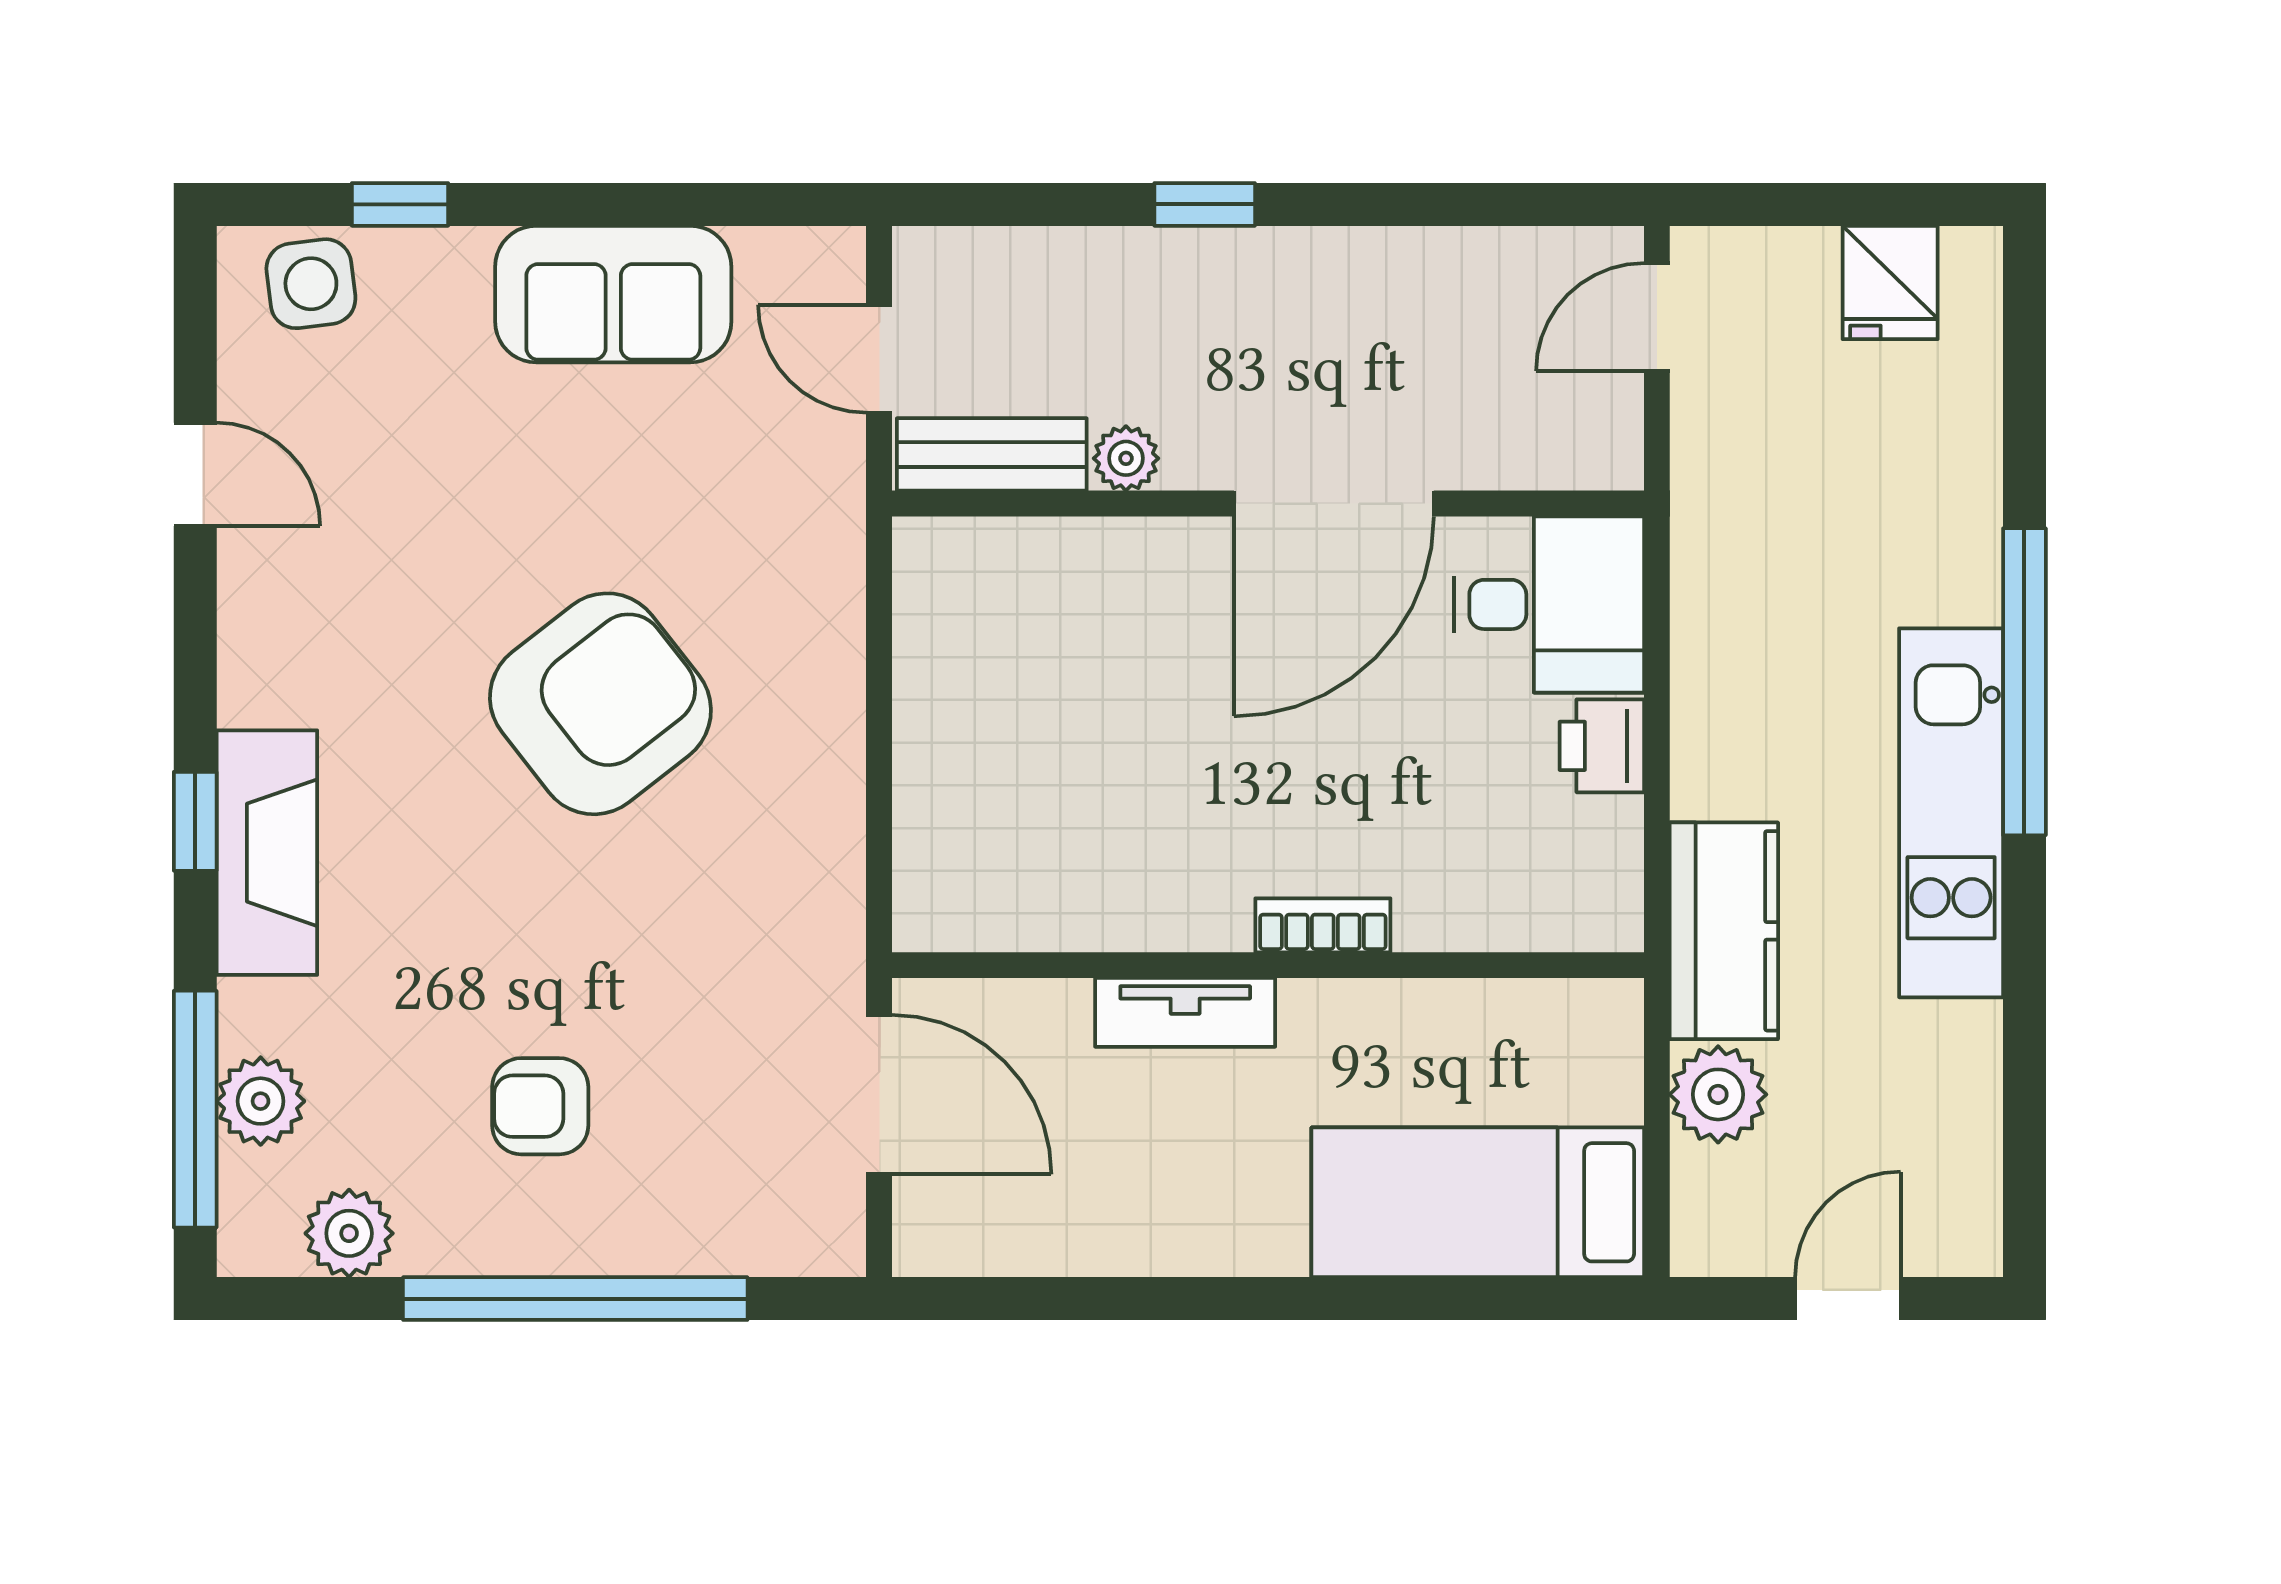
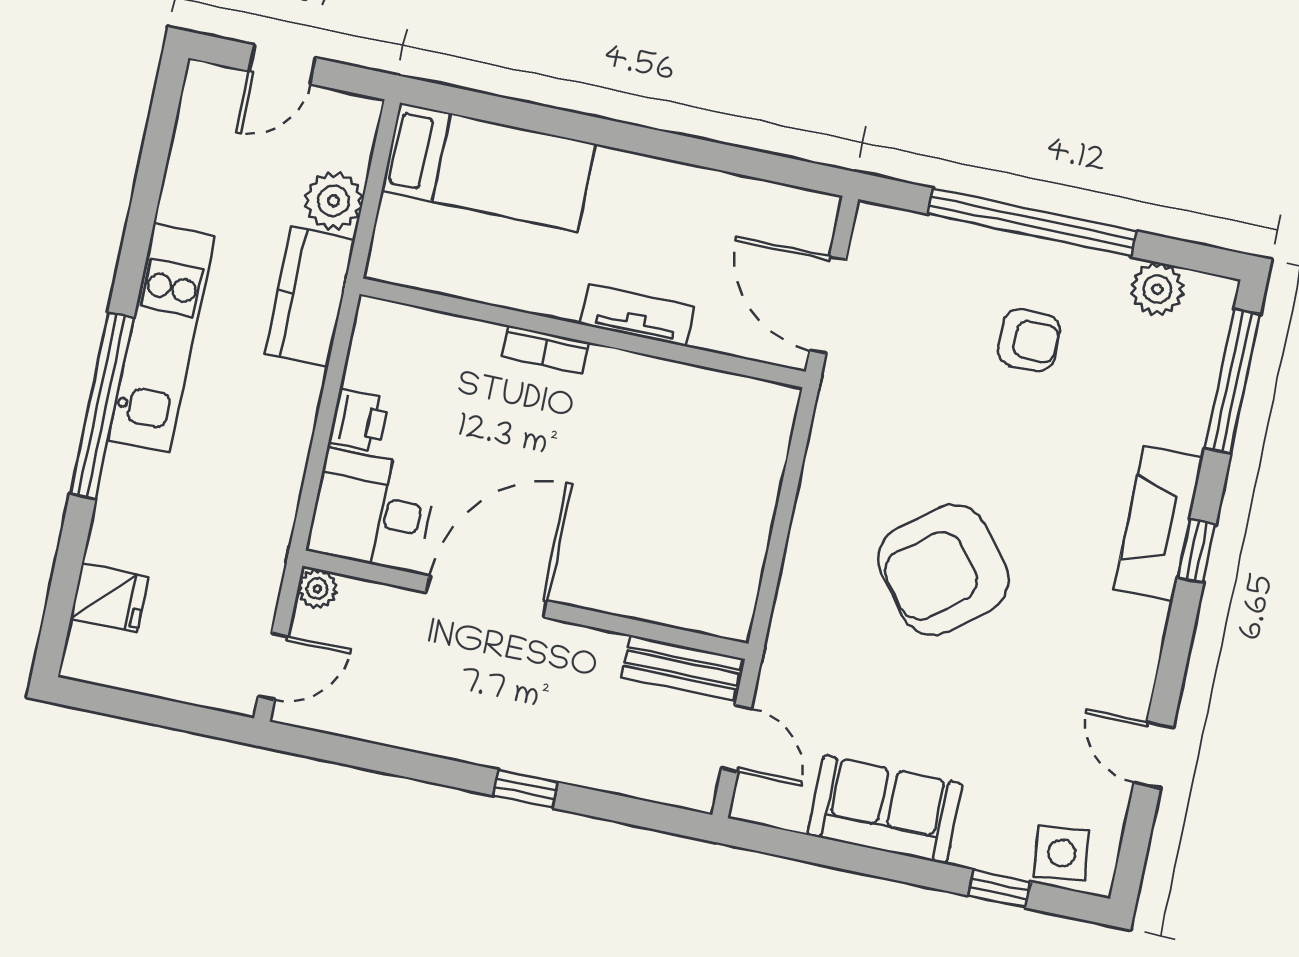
fridge: (1890, 282) -> (109, 598), moved, turned 90
plant: (1126, 458) -> (317, 589), moved
plant: (261, 1101) -> (1193, 378), removed

